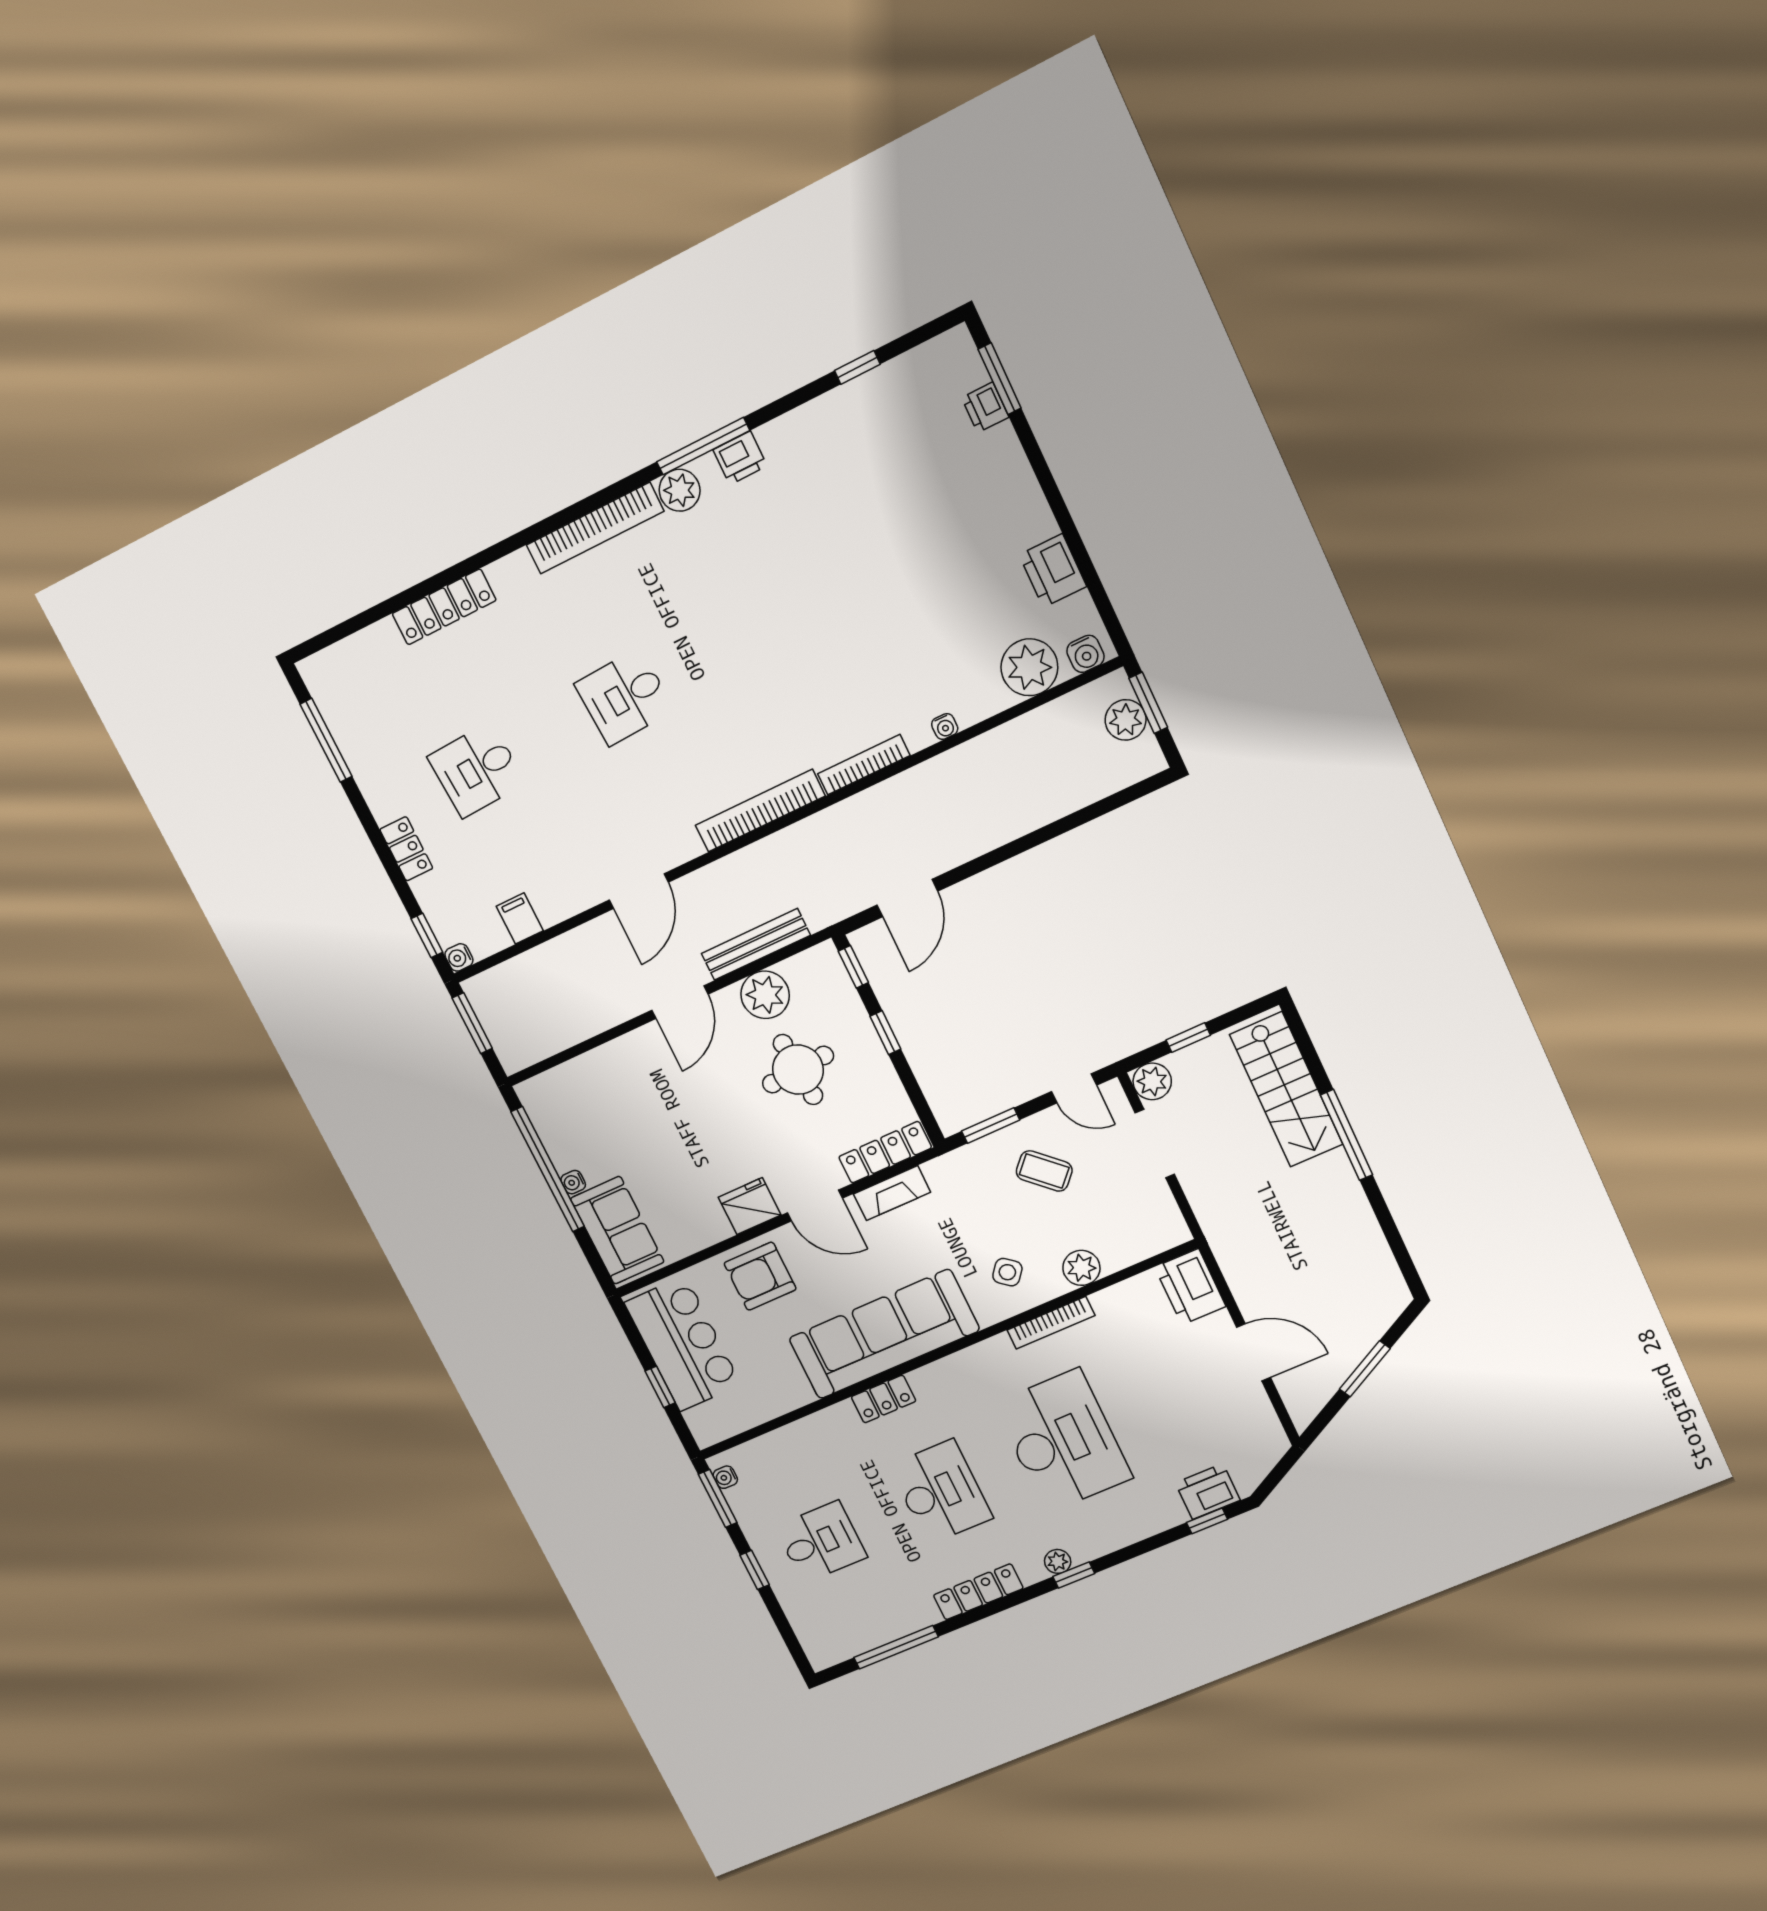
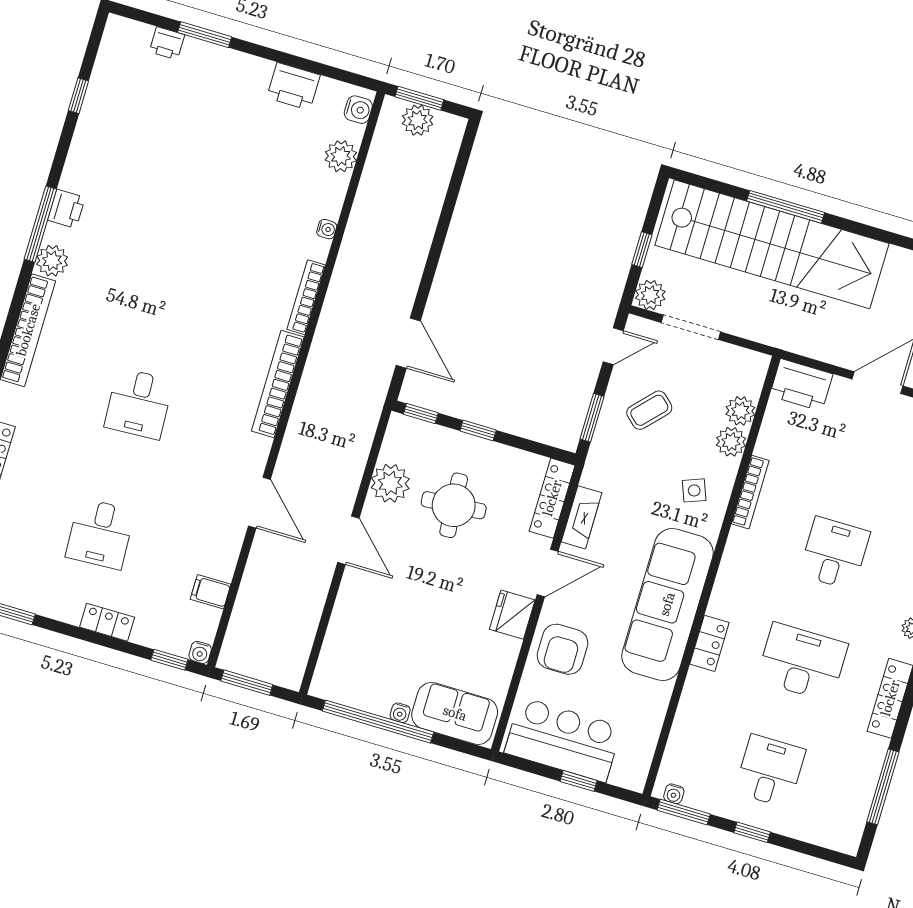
window: (1000, 379) -> (205, 35), moved
plant: (1029, 667) -> (341, 156), width x0.73, depth x0.73
bench: (756, 944) -> (355, 461), removed
stairs: (1286, 1089) -> (772, 244), width x1.86, depth x1.51
plant: (1117, 1253) -> (740, 411), added
side table: (1007, 1272) -> (694, 490), turned 30
desk: (1063, 1441) -> (834, 553), width x0.53, depth x0.77

